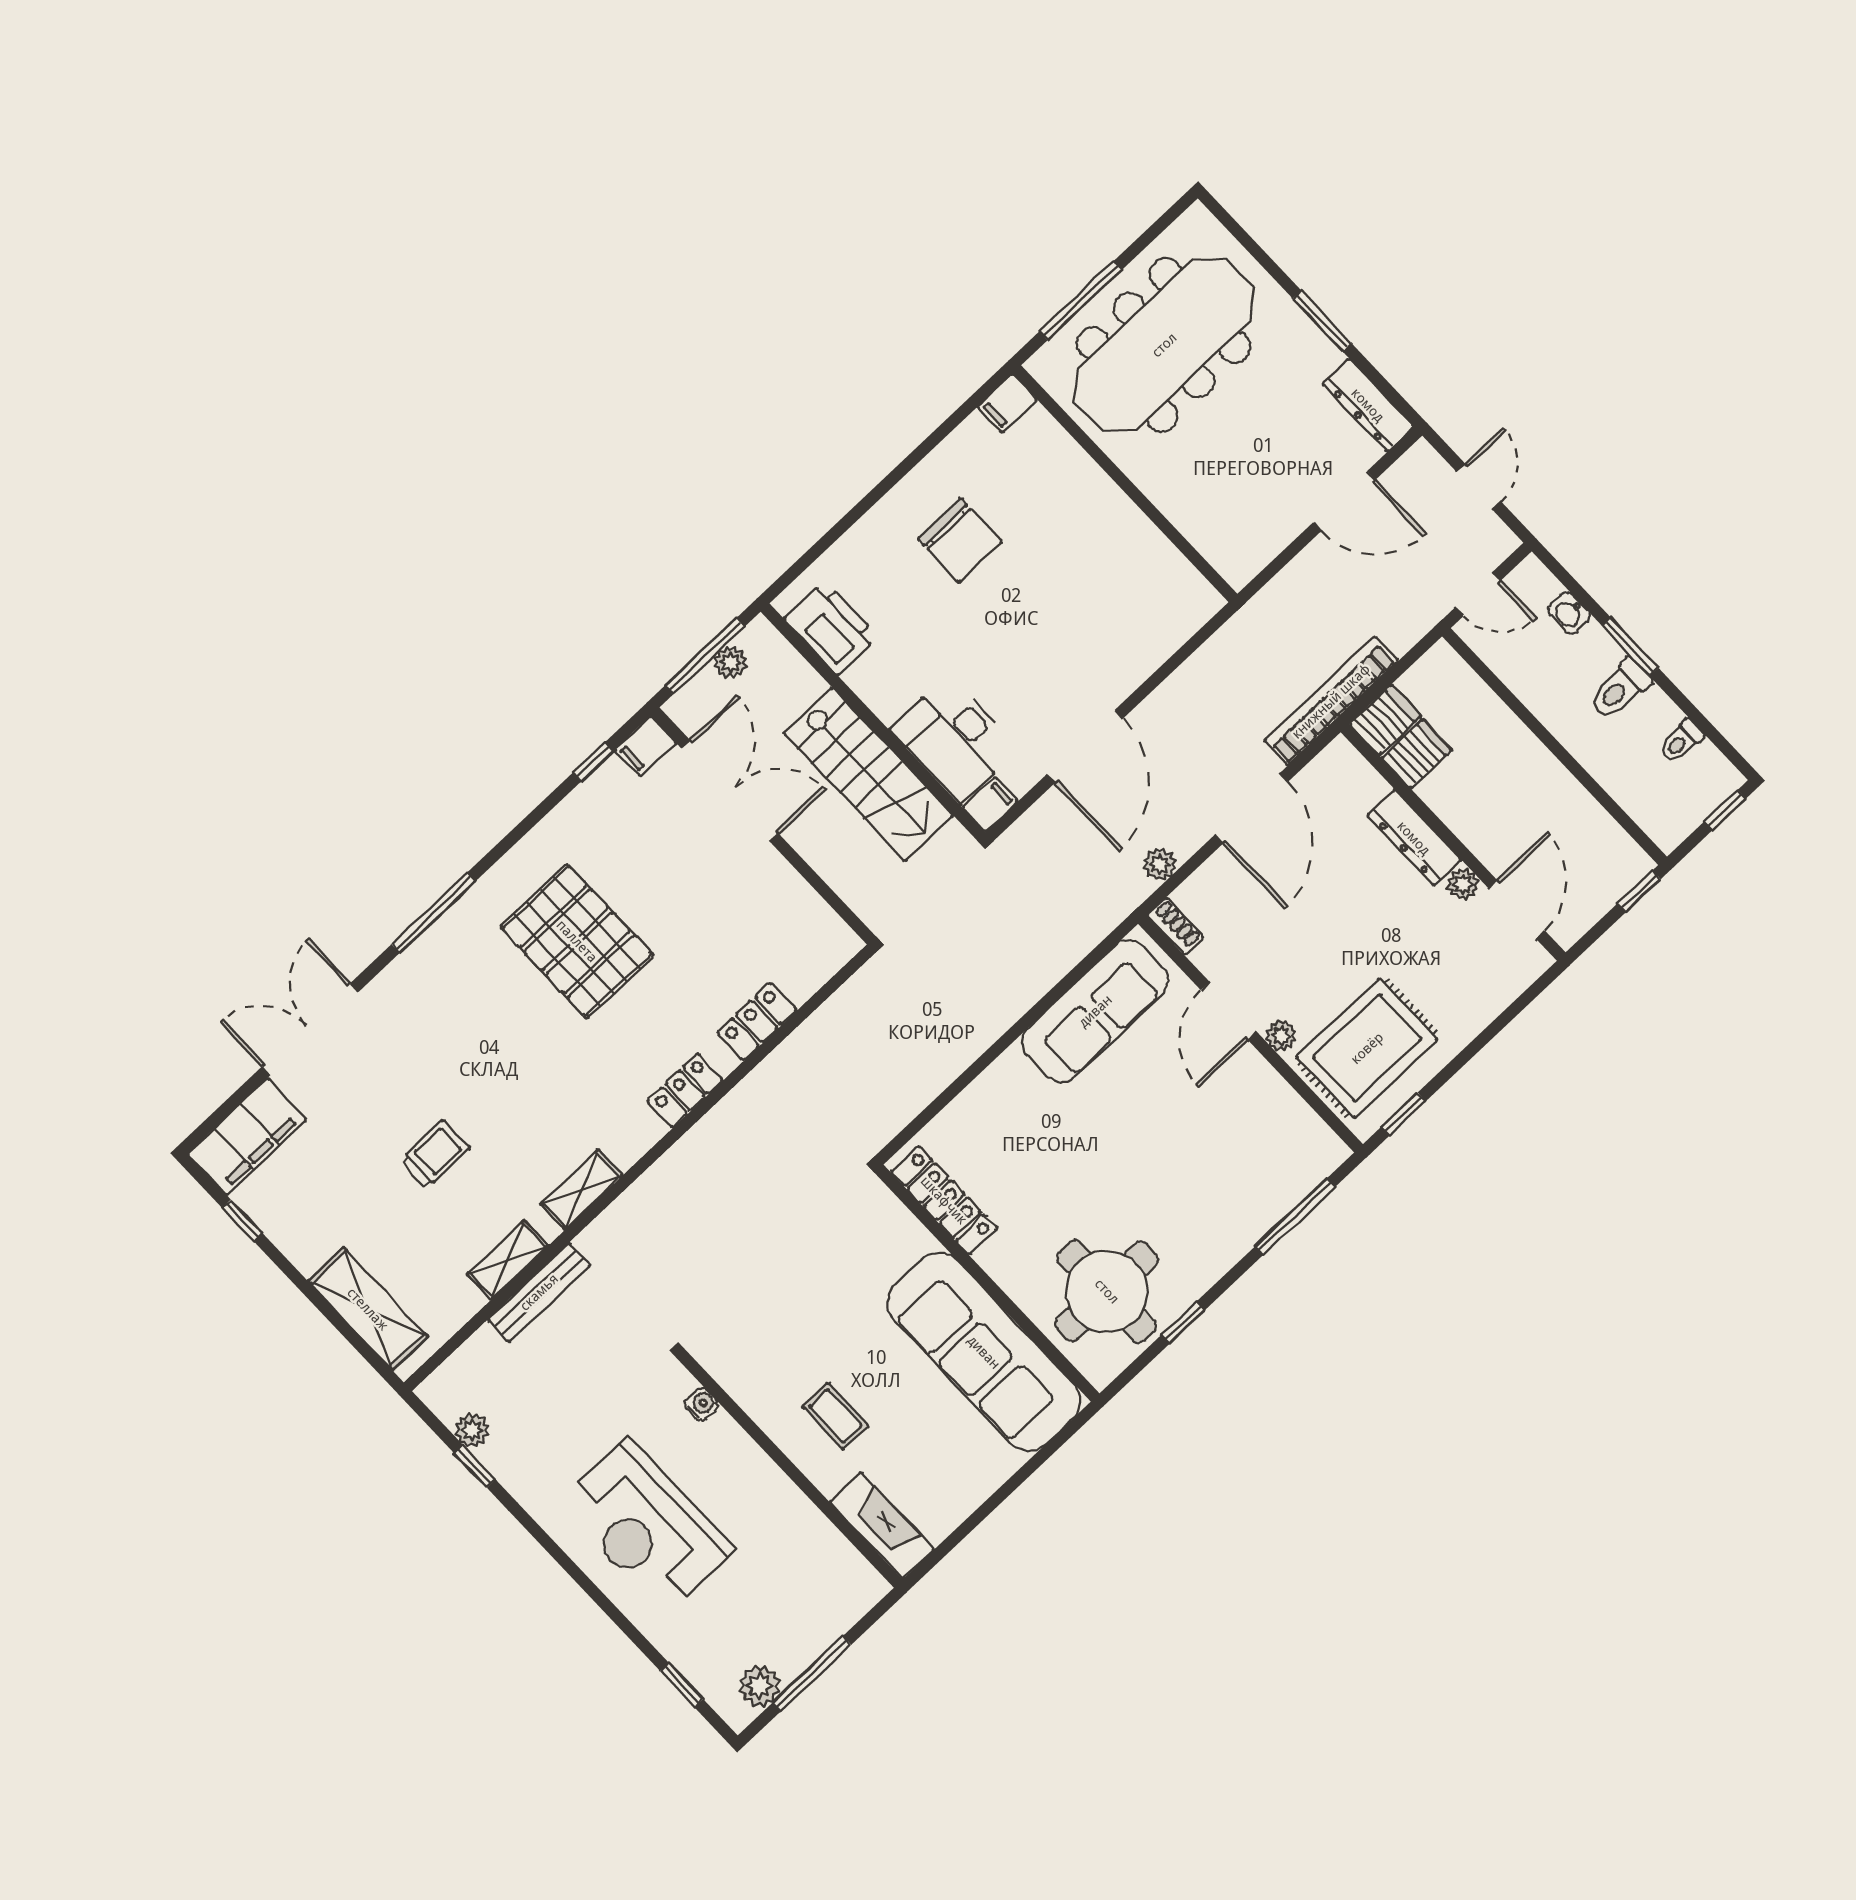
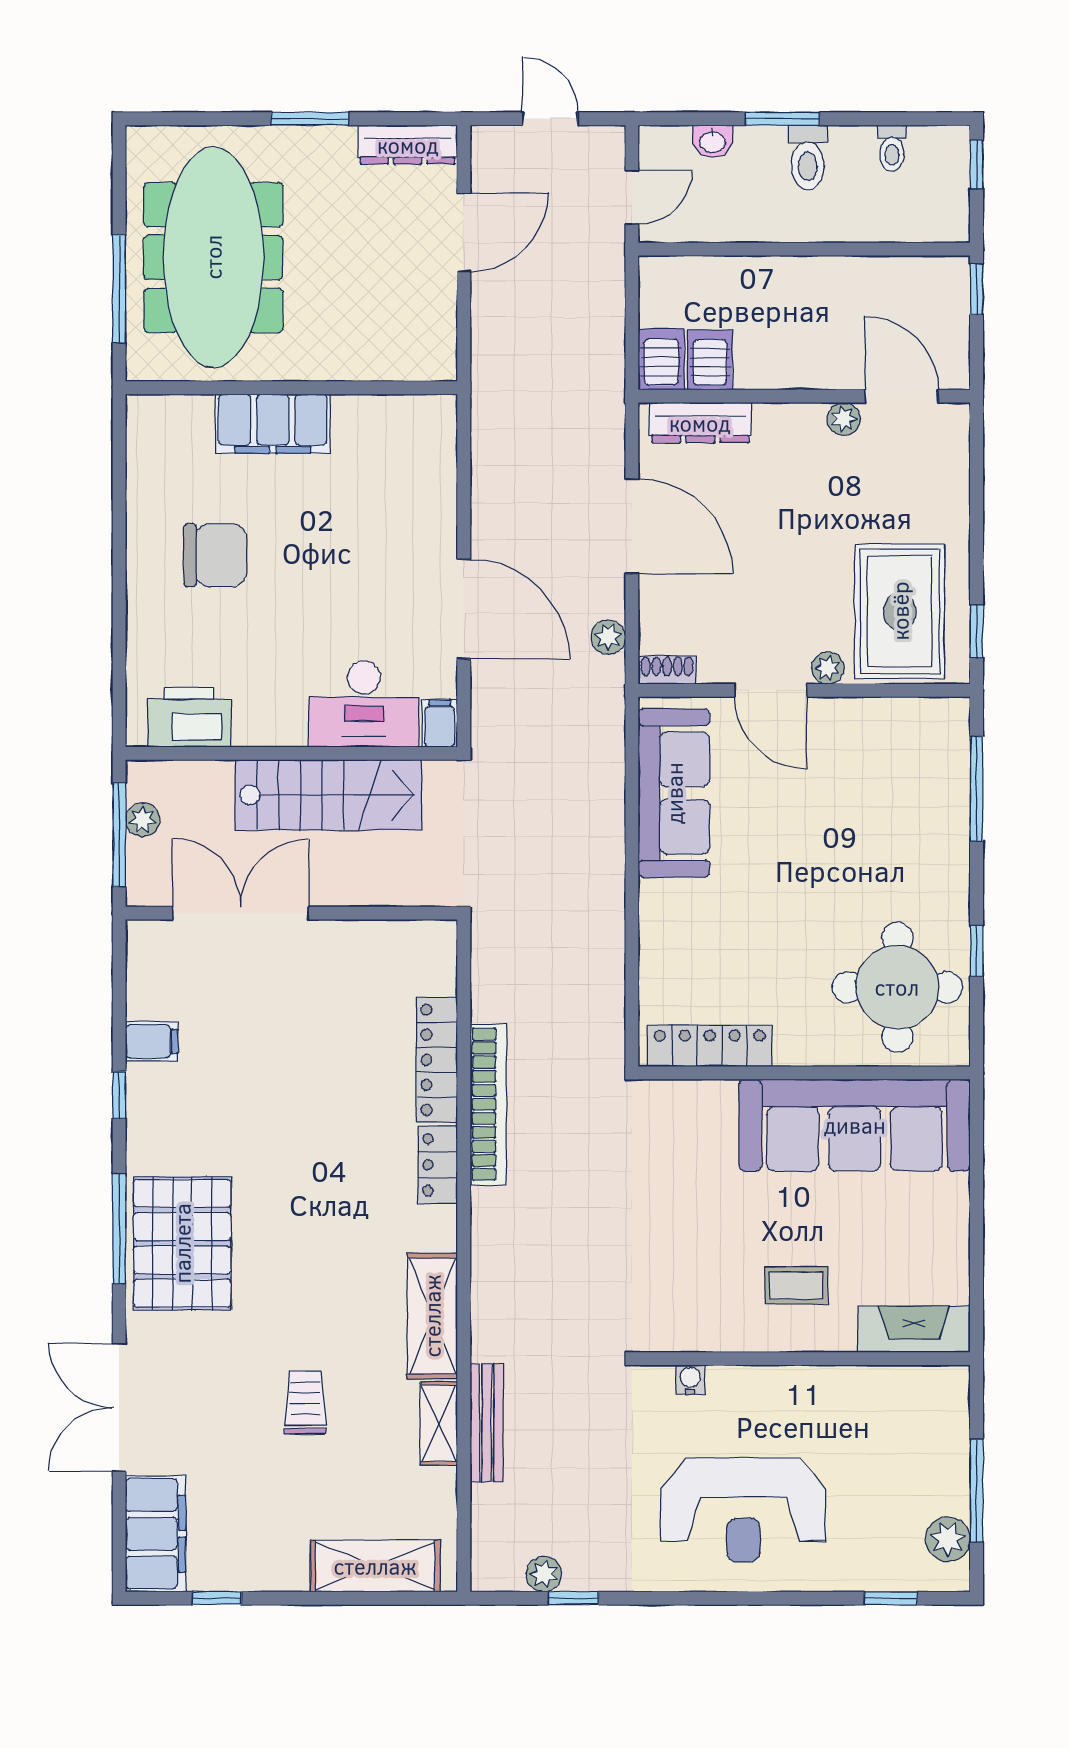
filing cabinet: (1007, 403) -> (273, 424), moved, width x3.00, depth x1.17
bookcase: (1331, 701) -> (488, 1104), moved, turned 180
filing cabinet: (645, 746) -> (152, 1041), moved, turned -90
window: (593, 762) -> (119, 1095), moved
dresser: (1414, 838) -> (700, 423), moved
pallet: (577, 941) -> (182, 1243), moved, turned 90
locker: (757, 1021) -> (437, 1060), width x1.53
shelving: (581, 1190) -> (432, 1316), width x1.50, depth x1.33

